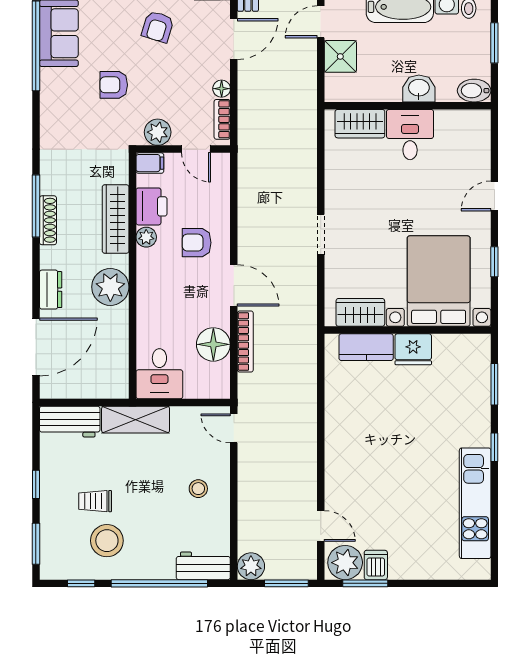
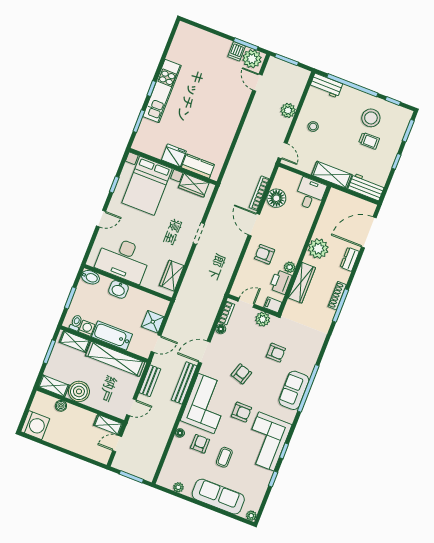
wardrobe: (360, 124) -> (172, 276), moved, turned -90
desk: (410, 135) -> (123, 259), width x1.87, depth x1.30
door: (196, 149) -> (246, 303), hinge flipped
armchair: (197, 243) -> (265, 254), turned 180
kitchen unit: (475, 503) -> (162, 91), moved
plant: (251, 566) -> (288, 110), moved

